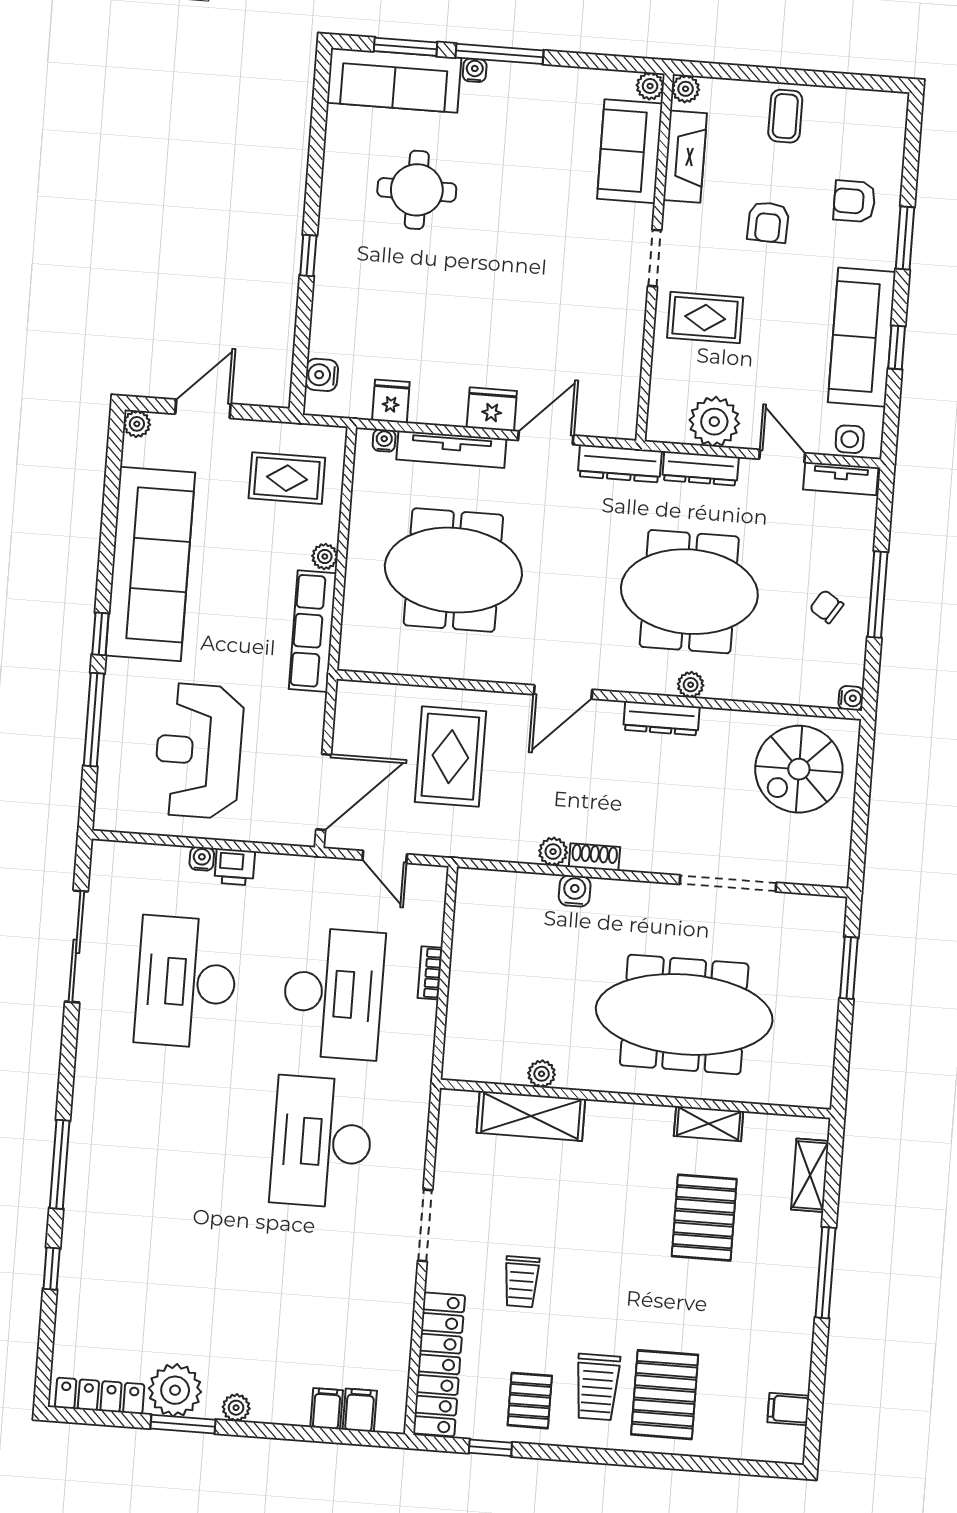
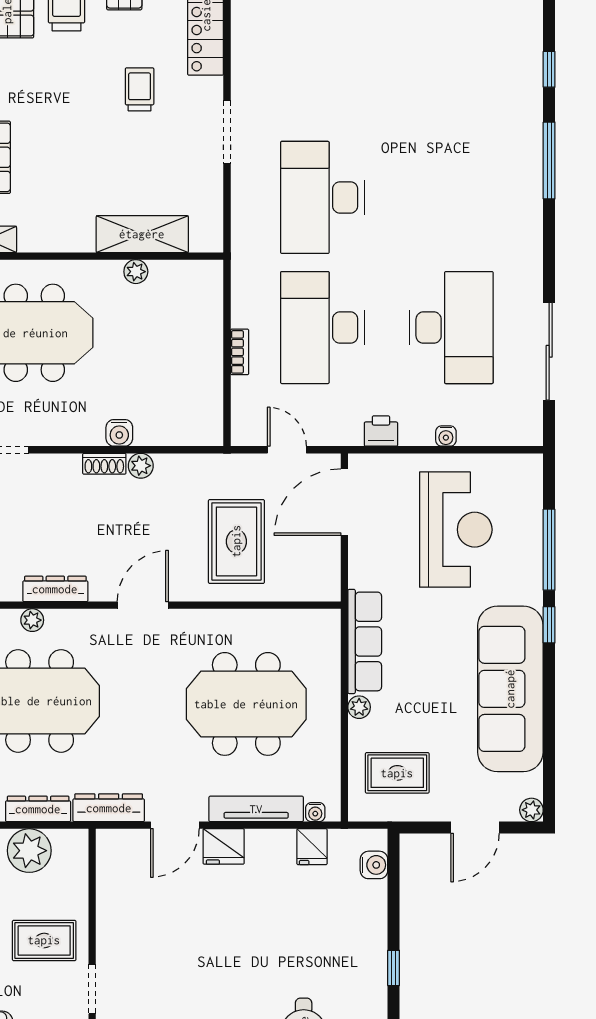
printer: (235, 867) -> (381, 431), moved
desk: (322, 1142) -> (322, 197), turned 180

